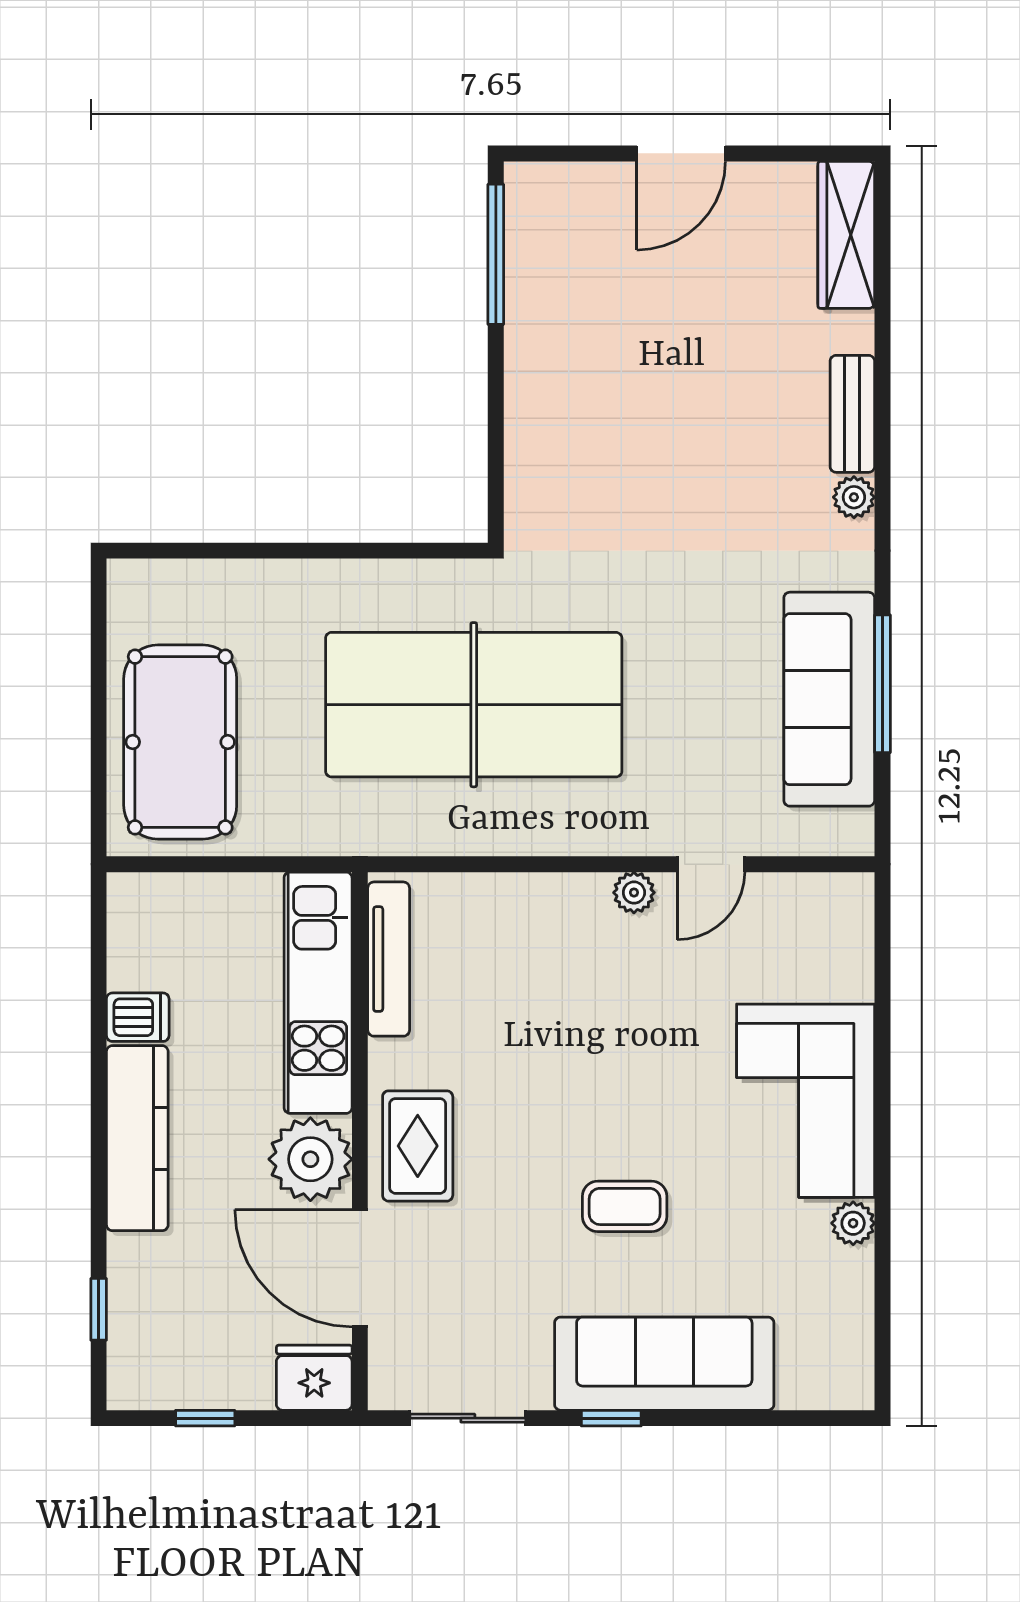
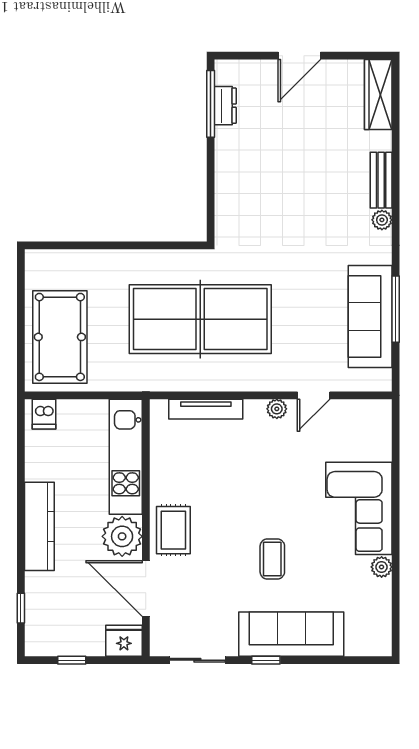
dresser: (526, 258) -> (225, 106), added
tv unit: (389, 959) -> (206, 409), moved, turned 90
dishwasher: (138, 1017) -> (44, 414), moved, turned 90
coffee table: (625, 1206) -> (272, 559), turned 90

